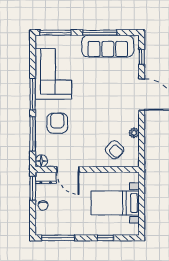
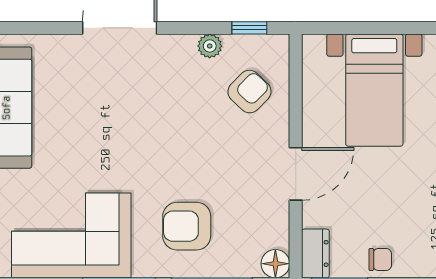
window: (142, 57) -> (249, 28), moved
door: (68, 169) -> (296, 174), moved

